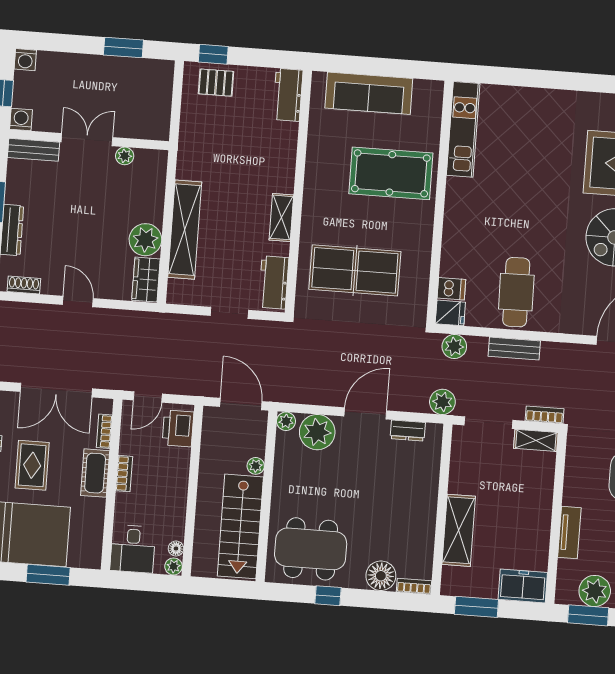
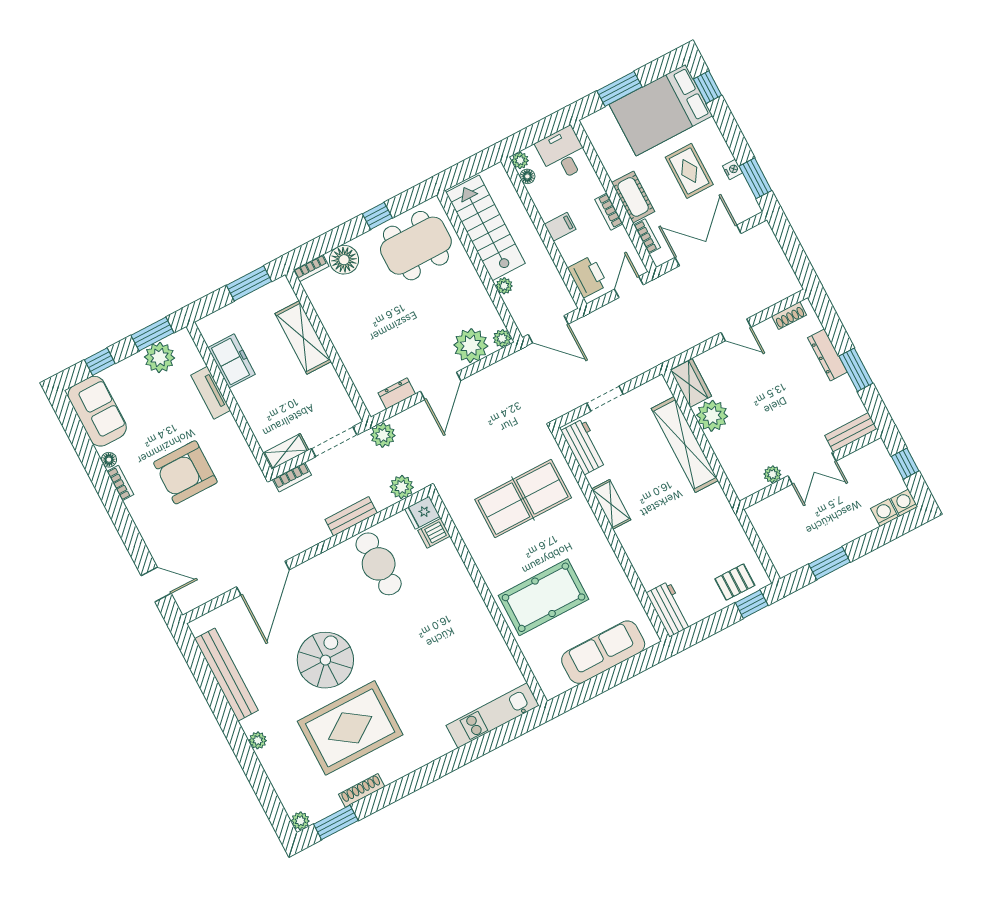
washing machine: (21, 119) -> (884, 513), moved, turned 180
kitchen unit: (463, 129) -> (493, 716), moved, turned 90
filing cabinet: (175, 487) -> (560, 227), added
freezer: (523, 586) -> (231, 361), moved, turned -90

